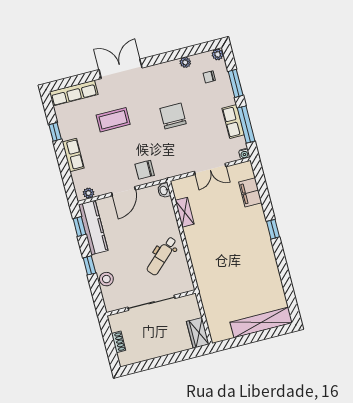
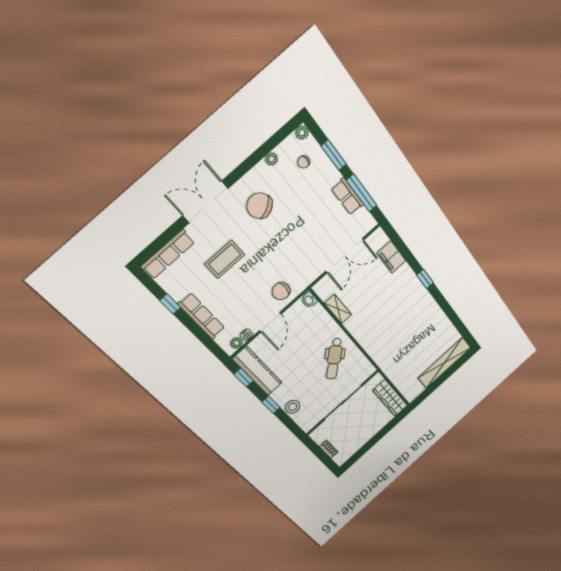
chair: (173, 116) -> (259, 206), moved, turned -31
water cooler: (244, 154) -> (247, 335), moved
row of seats: (73, 155) -> (202, 316), width x1.48
double door: (210, 169) -> (345, 256), width x1.37
wardrobe: (198, 333) -> (390, 398), width x1.50

